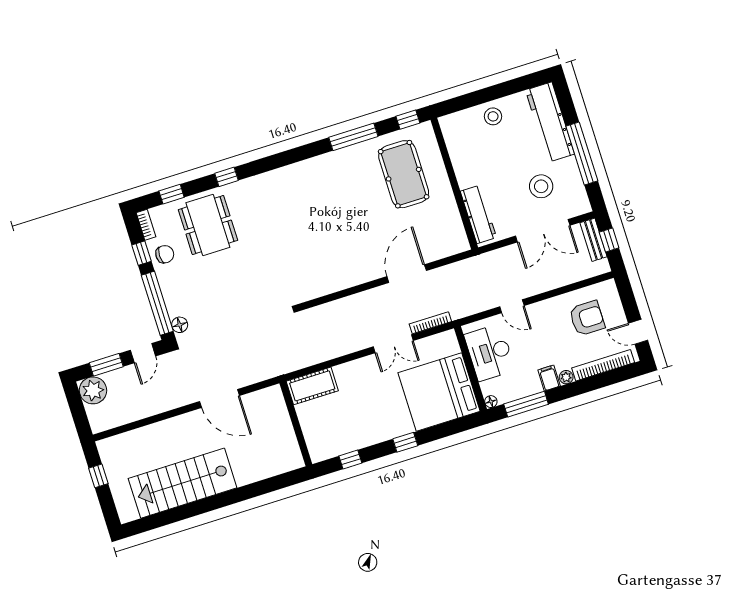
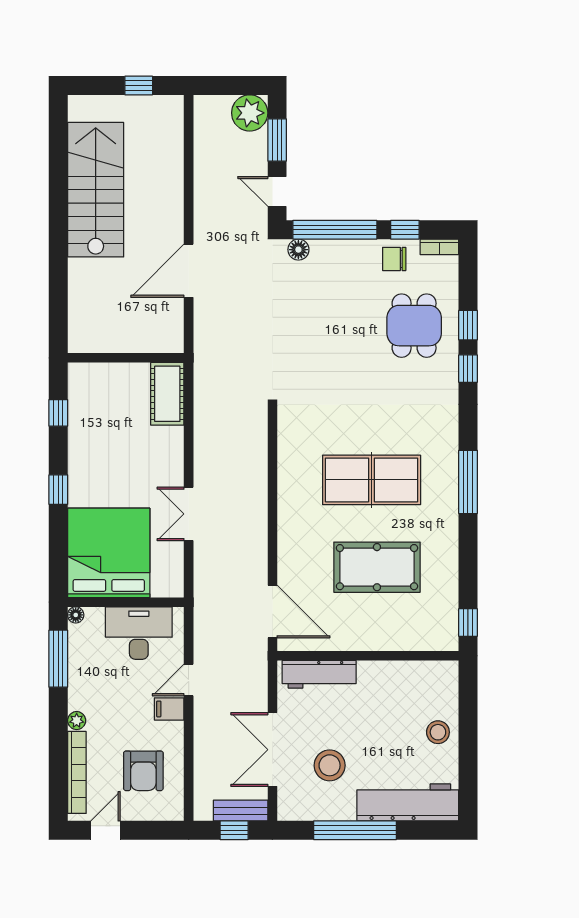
window: (353, 137) -> (468, 482), moved
pool table: (404, 174) -> (377, 567), moved
window: (172, 194) -> (468, 325), moved
table tennis table: (328, 221) -> (372, 480), added
dining table: (208, 225) -> (414, 326), width x0.73
chair: (165, 254) -> (394, 259), turned 90
door: (407, 274) -> (272, 612), moved
bookcase: (430, 323) -> (200, 570), removed
filing cabinet: (549, 378) -> (169, 709), moved, turned 180

